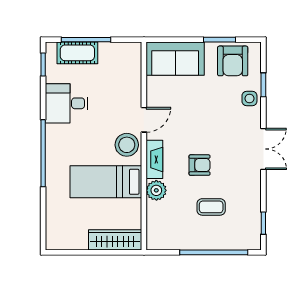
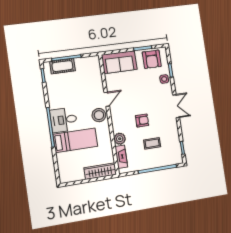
desk: (67, 103) -> (64, 120), moved
fireplace: (154, 159) -> (121, 157), moved
bed: (106, 182) -> (75, 140), moved, turned 180

